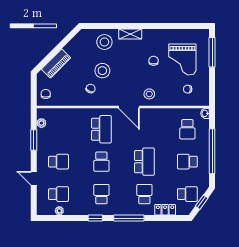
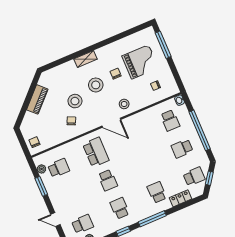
stool: (104, 42) -> (96, 85), moved
grand piano: (182, 59) -> (140, 62), turned -90
piano: (56, 63) -> (37, 99), moved
school desk: (58, 162) -> (59, 168), moved
school desk: (144, 162) -> (145, 164), removed

